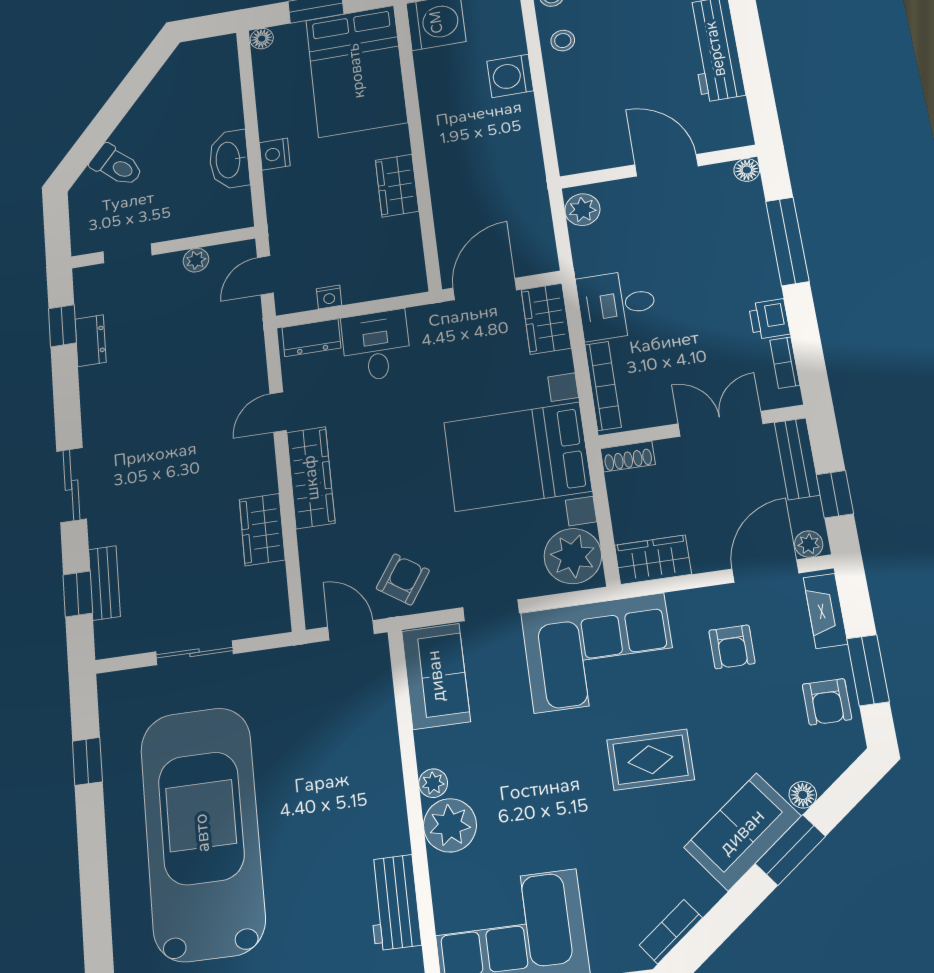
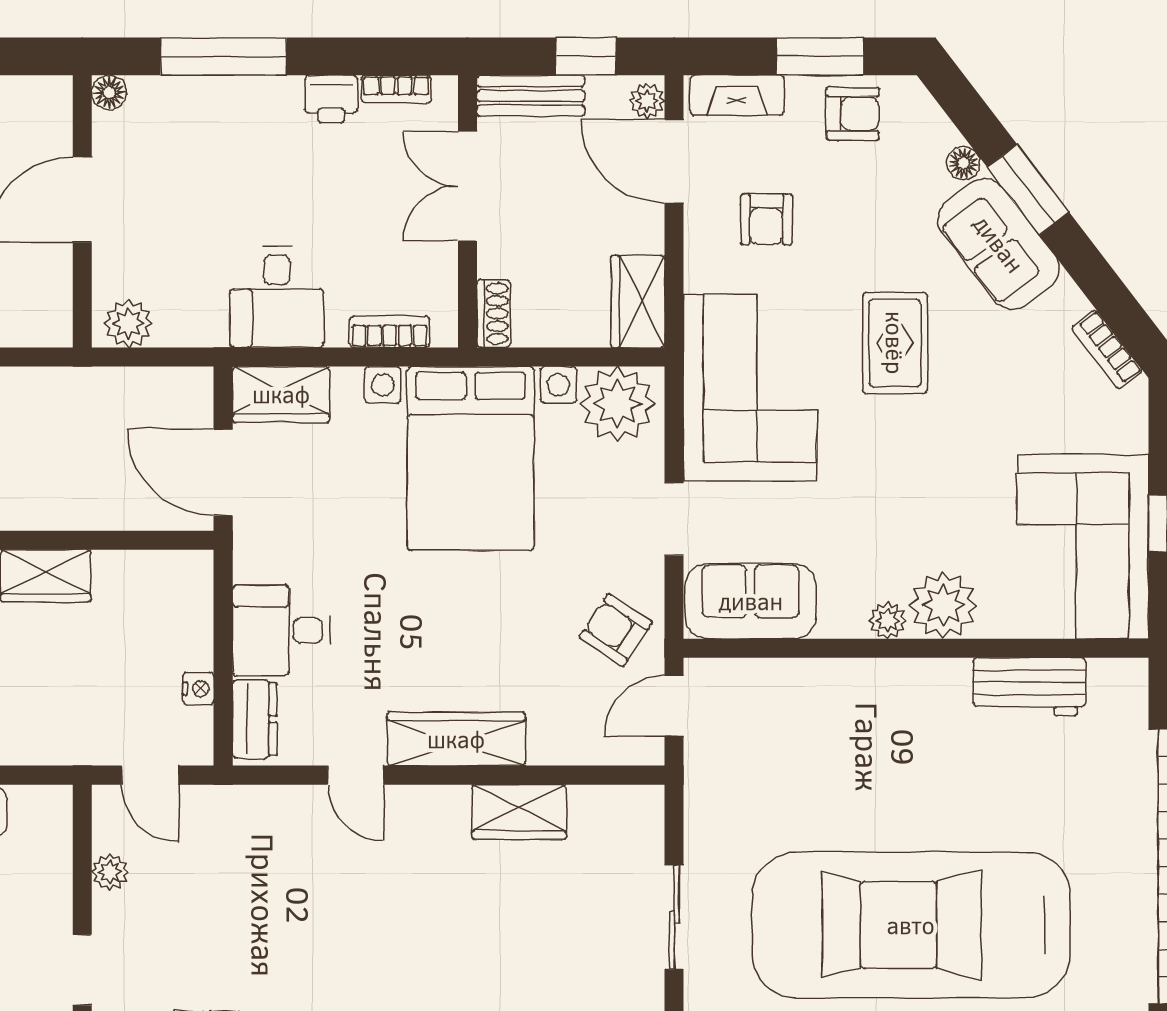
bookcase: (603, 386) -> (390, 332), width x0.64
armchair: (732, 647) -> (766, 219), turned 90

